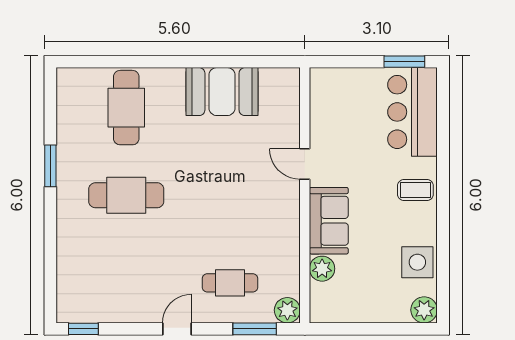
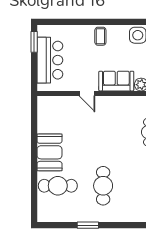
booth: (222, 92) -> (49, 152), moved
bar counter: (413, 112) -> (50, 60), moved, turned -90
door: (305, 164) -> (87, 93), hinge flipped

